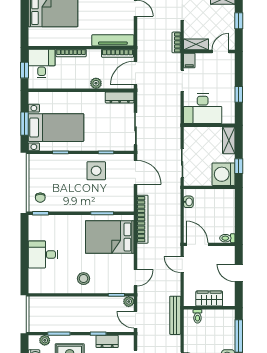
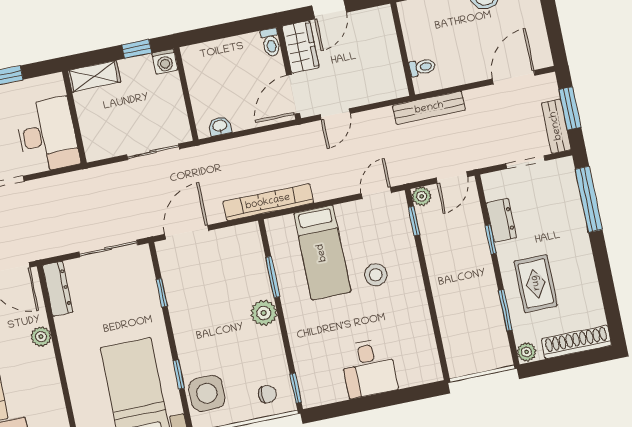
side table: (96, 171) -> (207, 393), moved
washing machine: (224, 174) -> (165, 62), width x0.53, depth x0.53
plant: (84, 205) -> (264, 313), added
bed: (110, 237) -> (322, 253), width x0.67
door: (135, 278) -> (376, 193), hinge flipped
stool: (84, 279) -> (376, 275), moved
wardrobe: (209, 299) -> (300, 47), moved, turned 180
plant: (45, 340) -> (527, 352), moved

